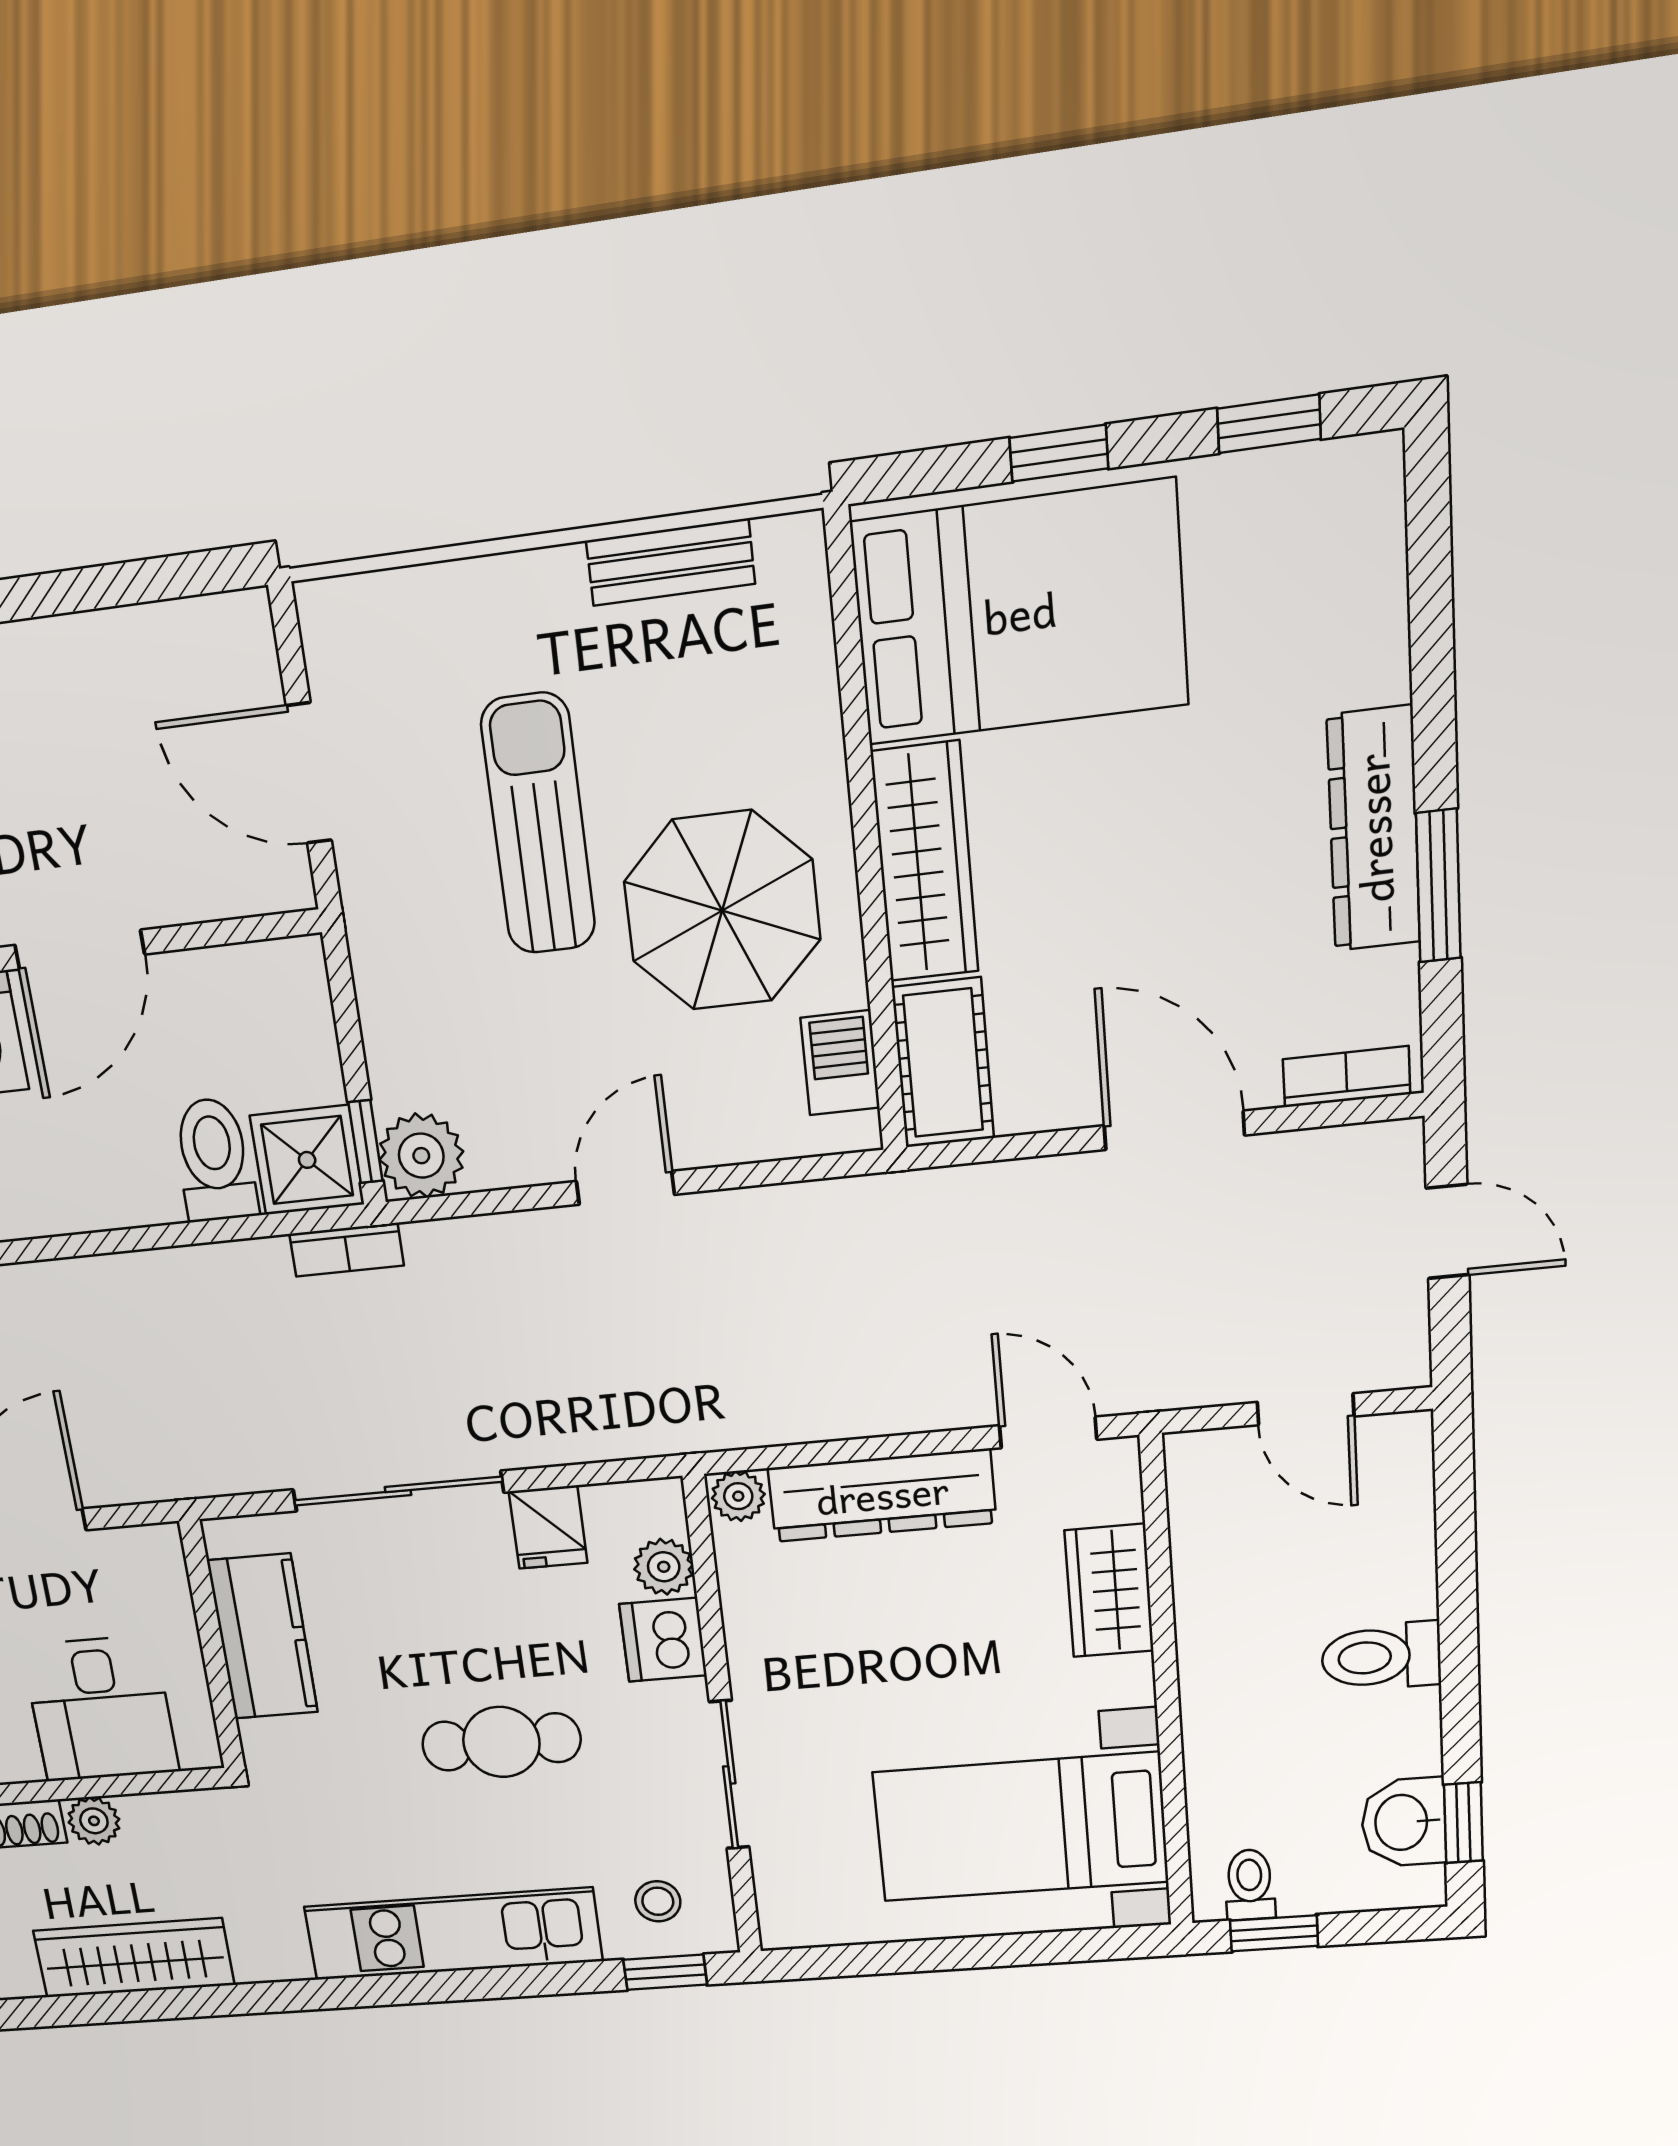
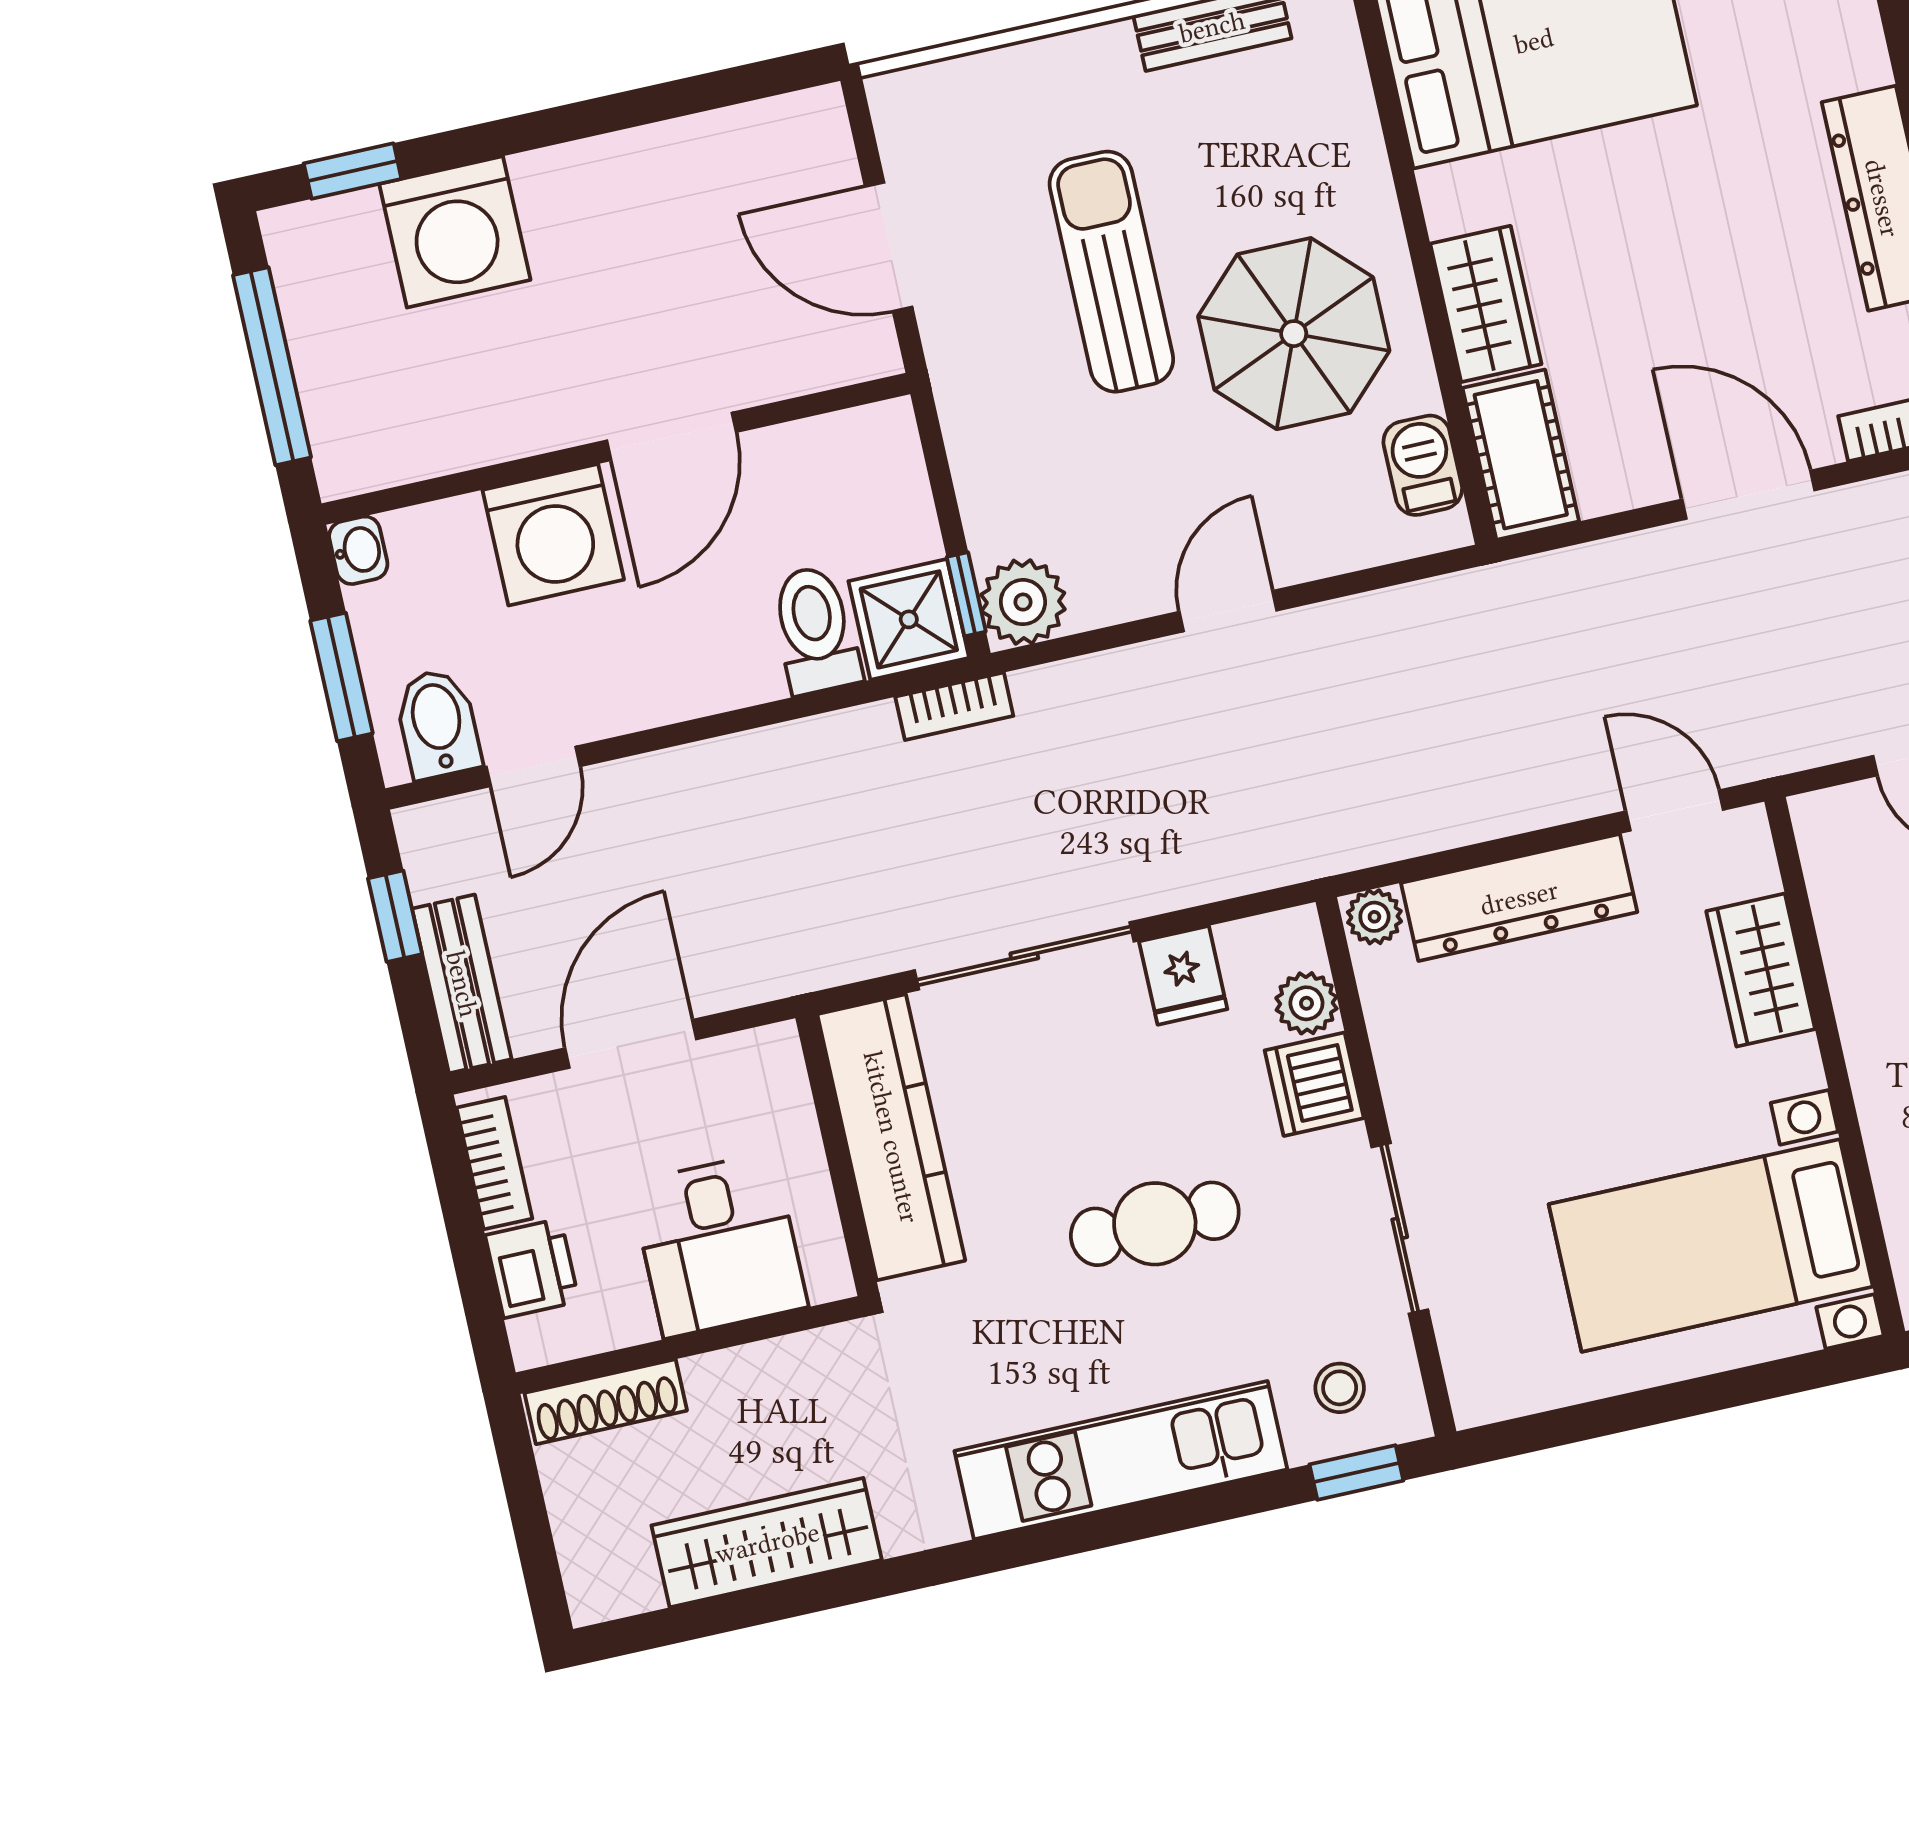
wardrobe: (925, 862) -> (1486, 304), width x0.67
kitchen counter: (263, 1637) -> (891, 1137), width x1.50
plant: (94, 1821) -> (716, 1380), removed

